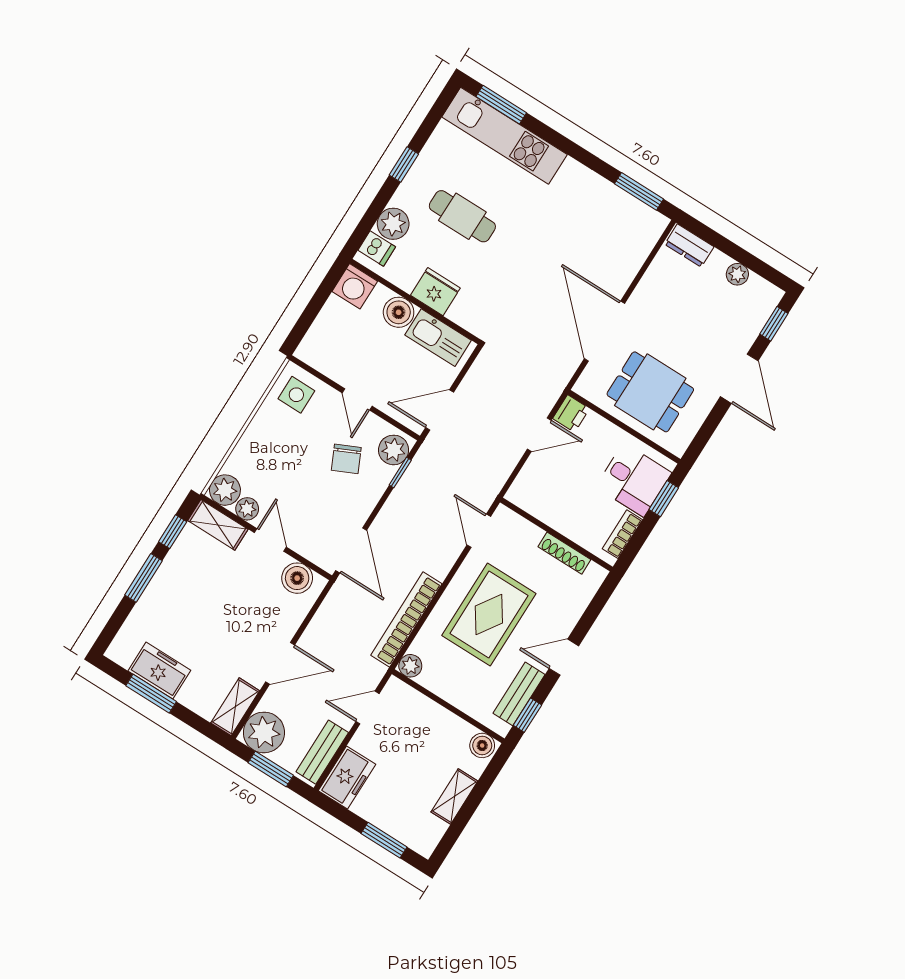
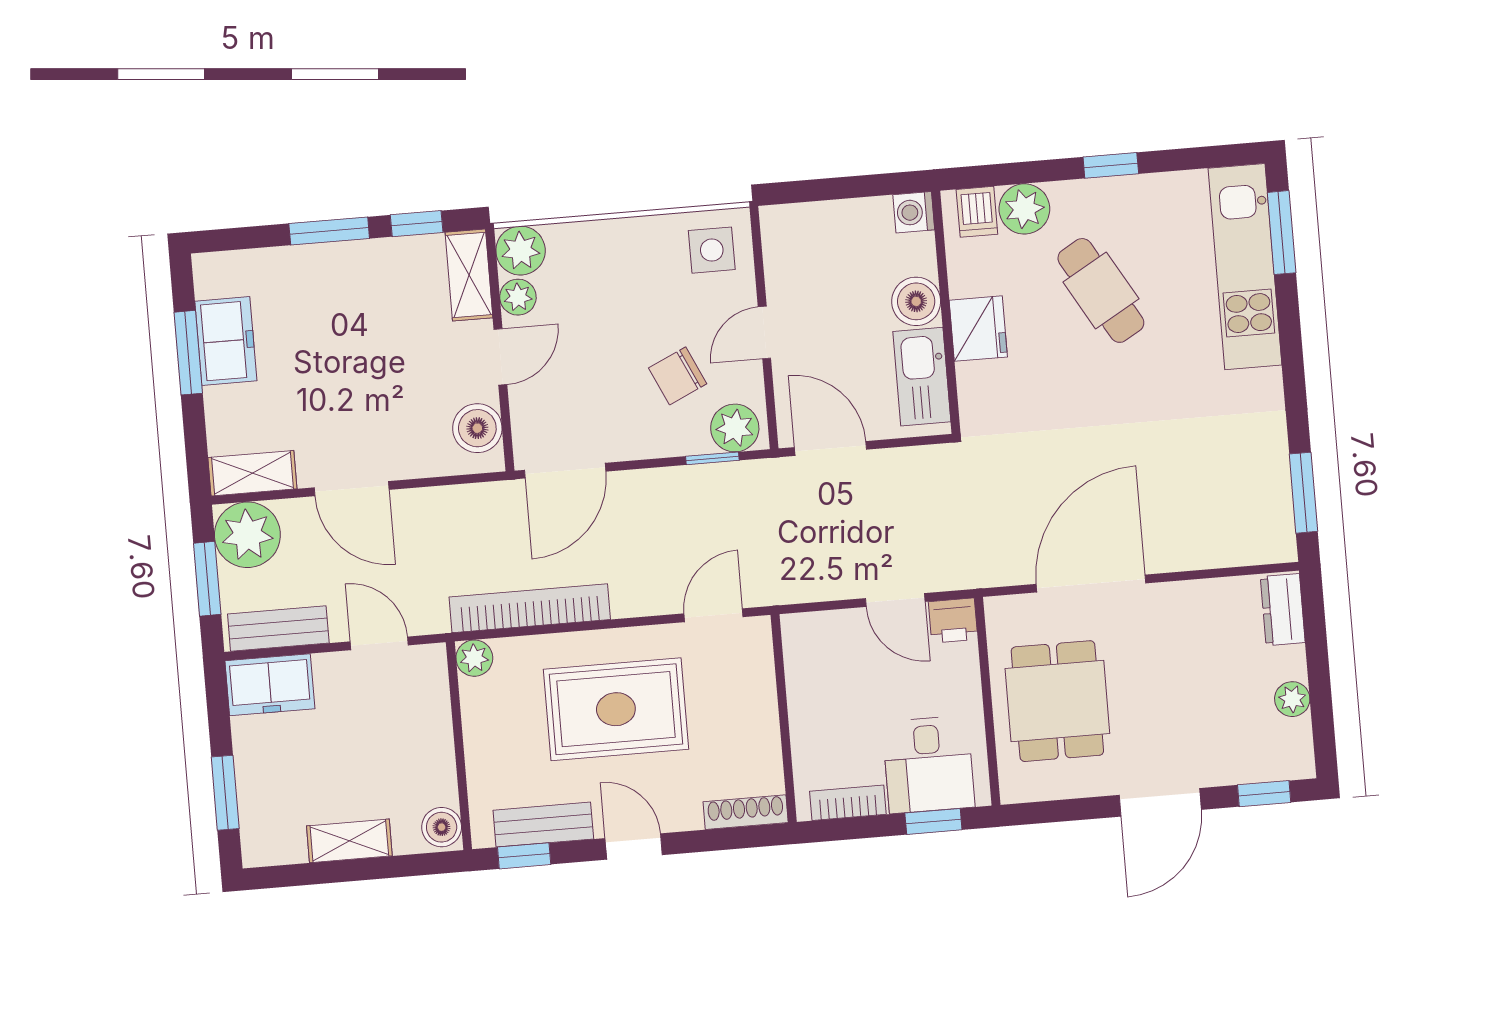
cafe table: (462, 216) -> (1101, 290), turned -30
washing machine: (355, 286) -> (914, 212), width x0.73, depth x0.73
shoe rack: (564, 553) -> (746, 812), moved, turned 90

